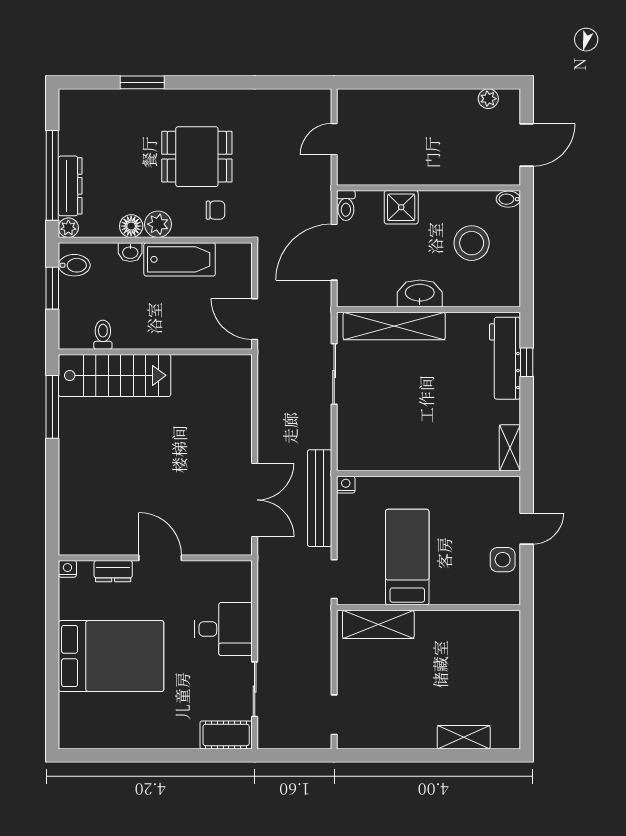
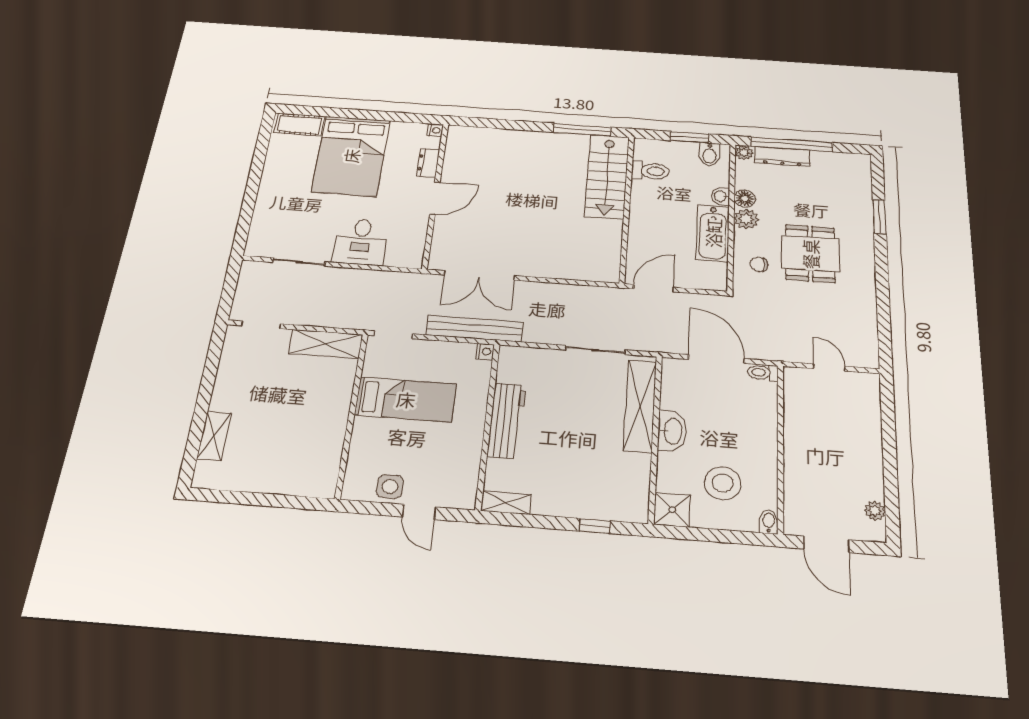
shower: (401, 207) -> (672, 510), moved
chair: (215, 210) -> (759, 264), turned 90
toilet: (103, 335) -> (650, 171), width x1.37, depth x1.39
workbench: (505, 358) -> (507, 421), moved, turned 90
shelving: (378, 624) -> (326, 344), moved, turned 90
cot: (226, 735) -> (299, 124), moved, turned 90

